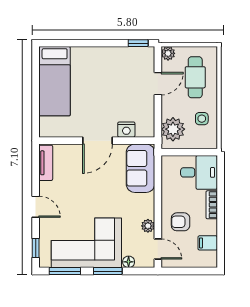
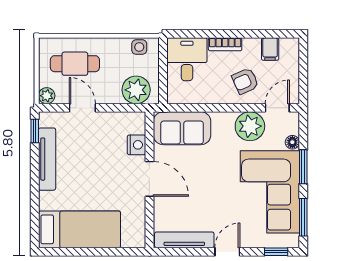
tv unit: (114, 54) -> (47, 159), added
side table: (202, 119) -> (139, 47), moved
tv unit: (46, 163) -> (184, 240), width x1.41
armchair: (181, 222) -> (245, 81), turned 66
plant: (148, 226) -> (250, 126), width x1.88, depth x1.88

